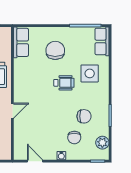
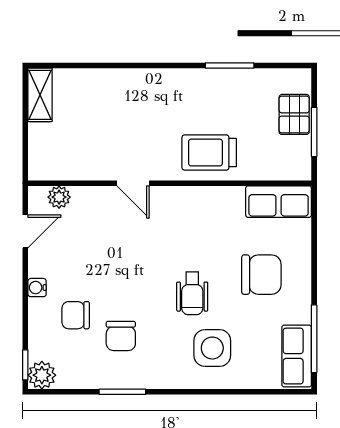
row of seats: (102, 41) -> (297, 356), moved, turned -90
plant: (102, 143) -> (42, 375), moved
plant: (19, 145) -> (59, 197), added

